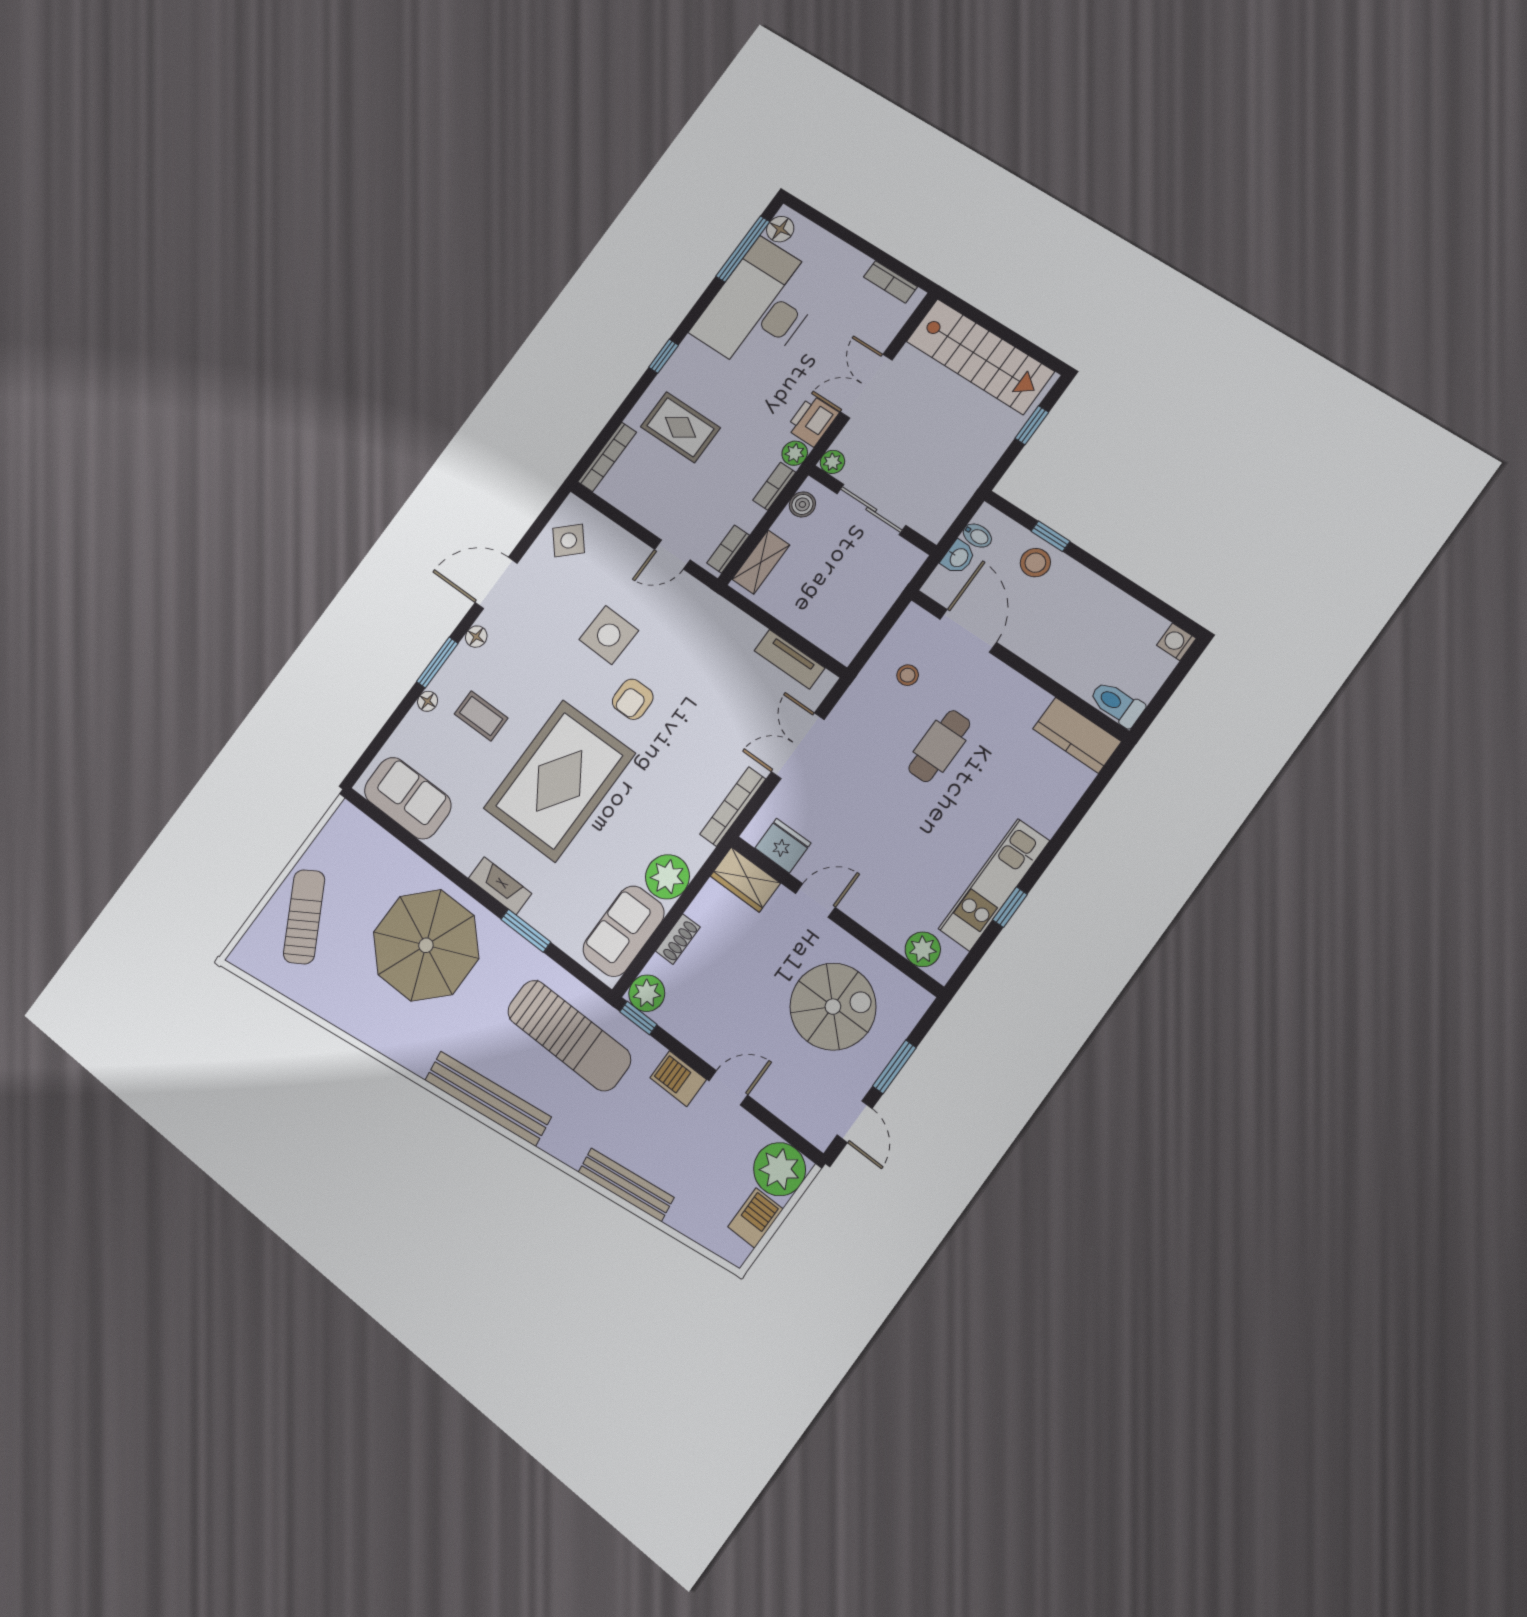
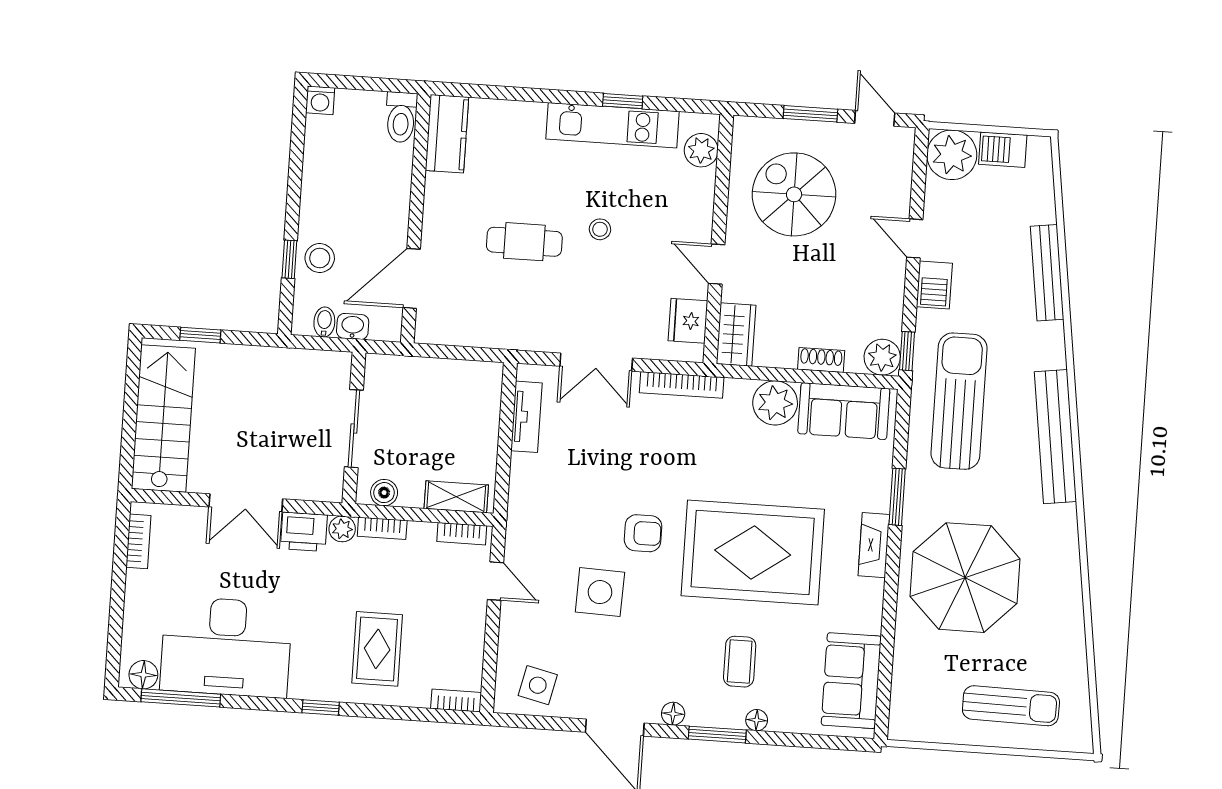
bookcase: (607, 457) -> (456, 700), width x0.64
plant: (832, 462) -> (331, 490), removed
side table: (569, 540) -> (538, 685), turned -35
stool: (908, 675) -> (600, 229), moved
sun lounger: (304, 917) -> (1011, 706), turned -148
door: (855, 1122) -> (875, 118), hinge flipped

